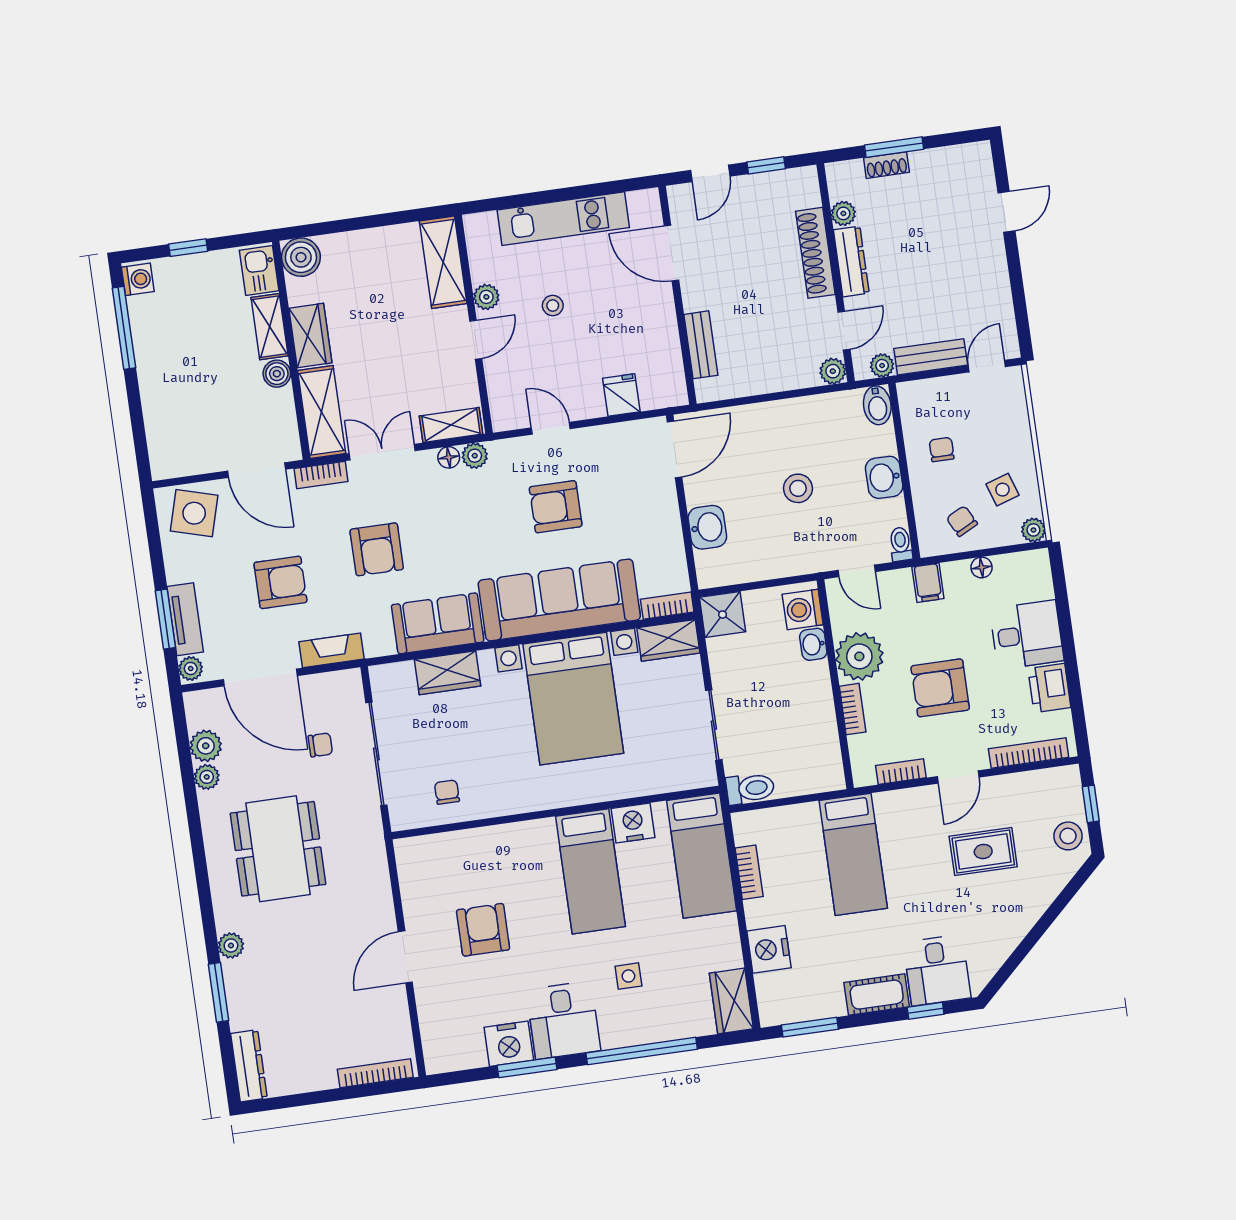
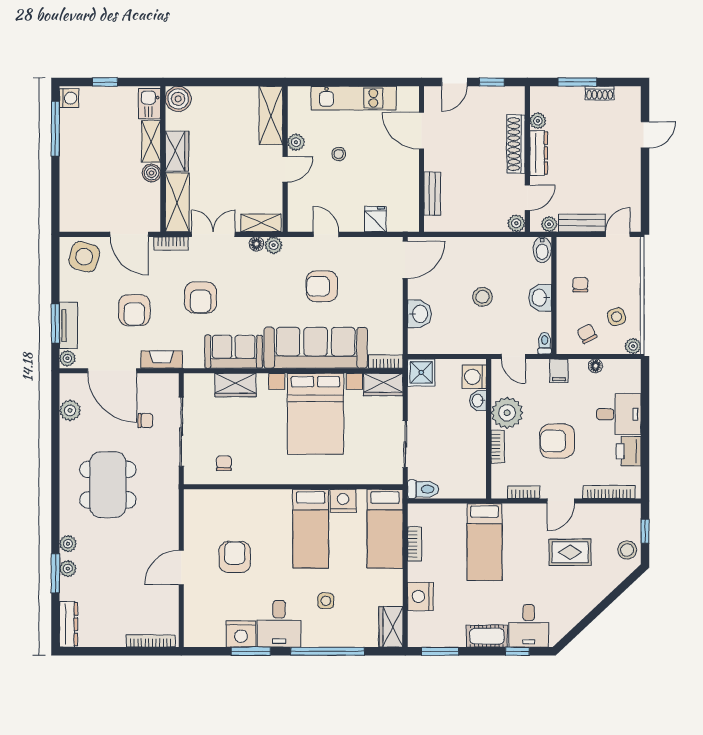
shoe rack: (886, 165) -> (600, 93), moved
armchair: (280, 582) -> (134, 310), turned 90
plant: (207, 777) -> (68, 569), moved

